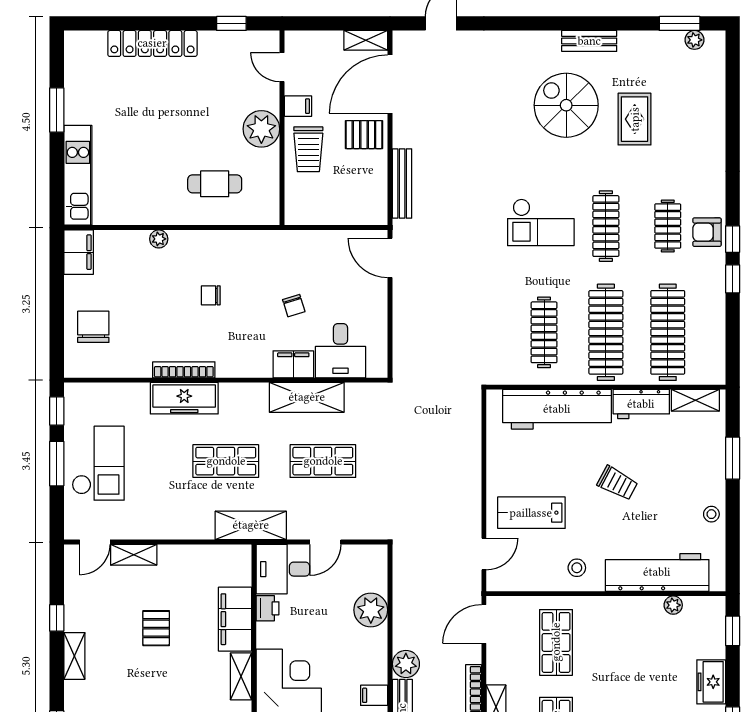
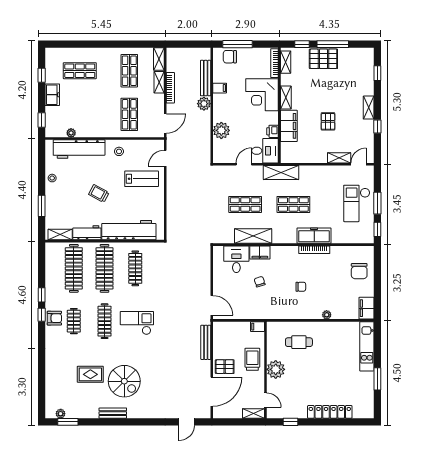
shelving: (366, 40) -> (253, 413), moved
filing cabinet: (298, 106) -> (257, 327), moved
rug: (635, 119) -> (90, 374), turned 90

